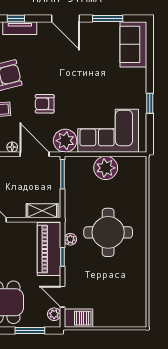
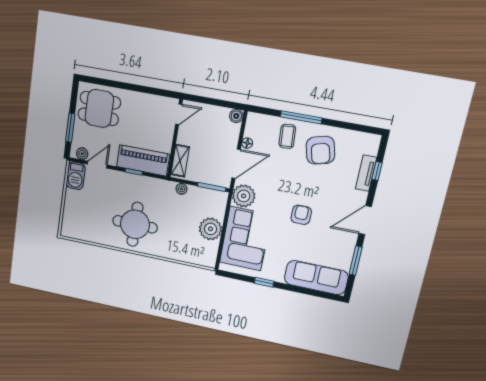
sofa: (133, 44) -> (316, 278), width x1.36
armchair: (45, 104) -> (301, 215), moved
round table: (108, 232) -> (135, 224), moved
plant: (70, 239) -> (181, 189), moved

